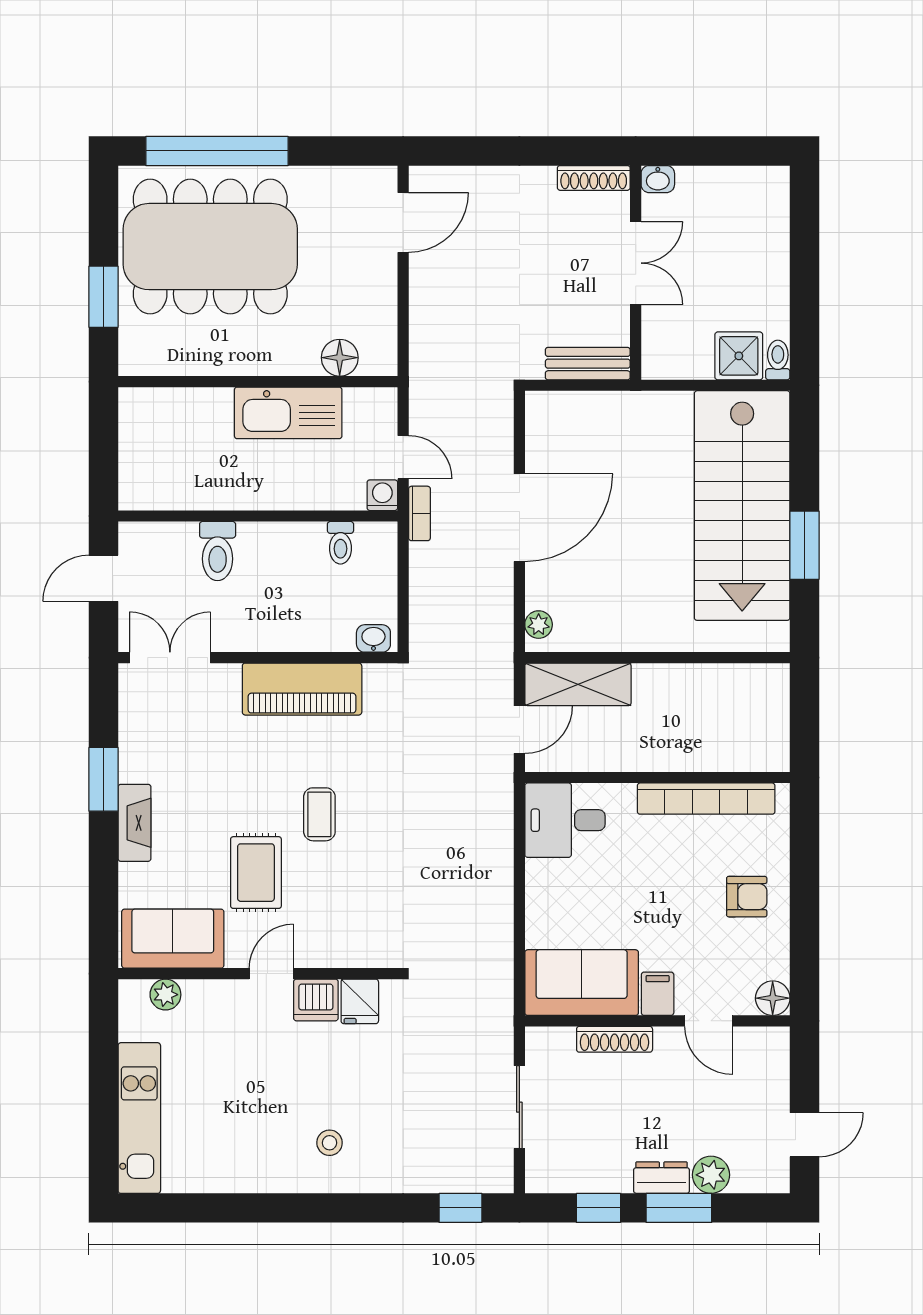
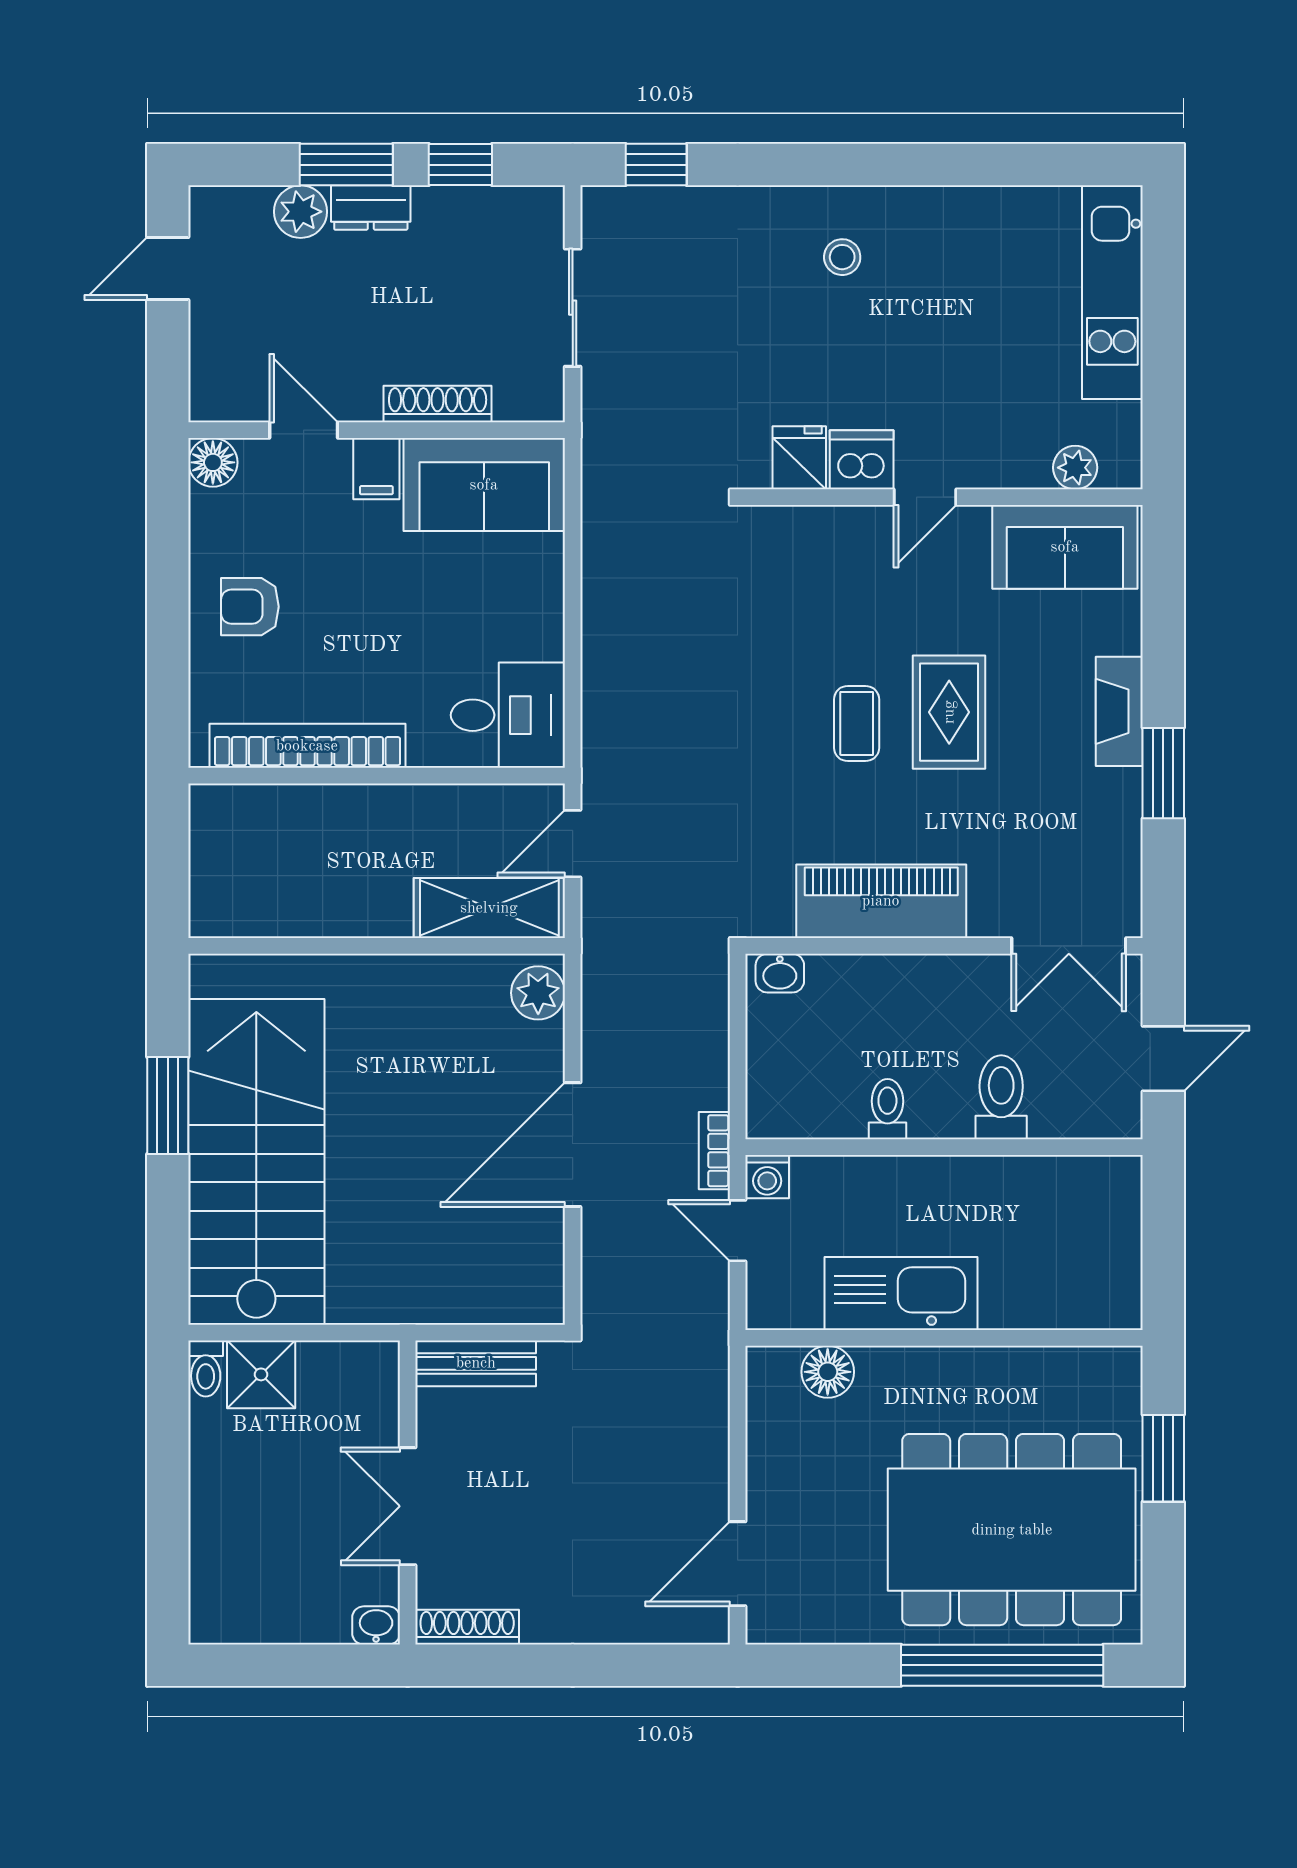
toilet: (340, 543) -> (887, 1109), moved
plant: (539, 625) -> (538, 993), width x1.38, depth x1.38
rug: (256, 873) -> (949, 712), moved

